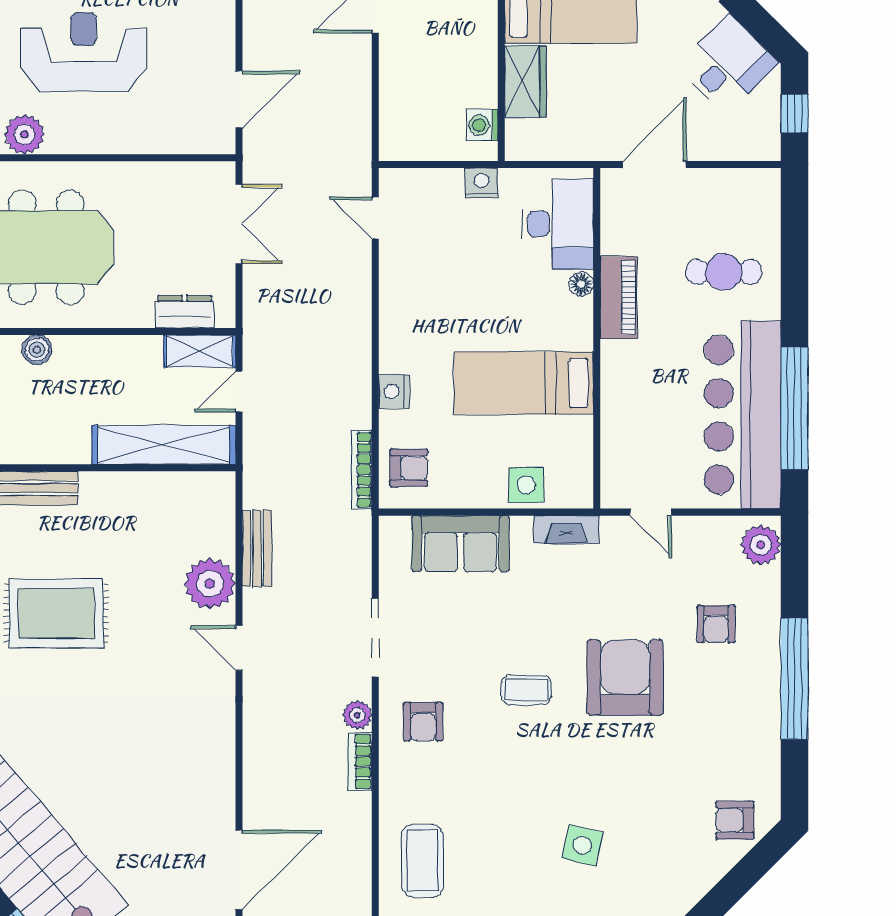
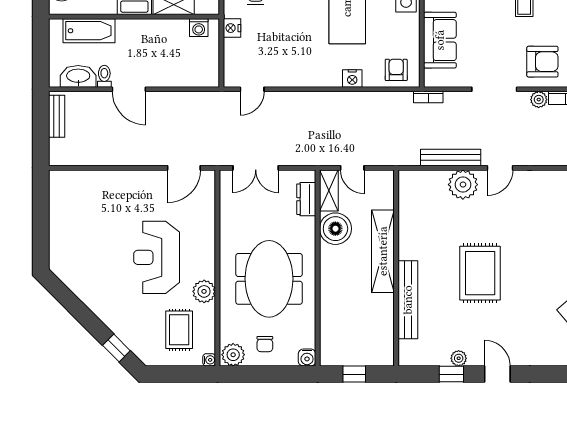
door: (239, 100) -> (184, 168), swing flipped
double door: (239, 224) -> (256, 168), swing flipped
boiler: (37, 350) -> (335, 229), moved, width x1.86, depth x1.86
shelving: (164, 445) -> (383, 251), moved
bookcase: (362, 470) -> (428, 97), moved, width x0.64
bench: (257, 548) -> (451, 157), width x1.36
armchair: (423, 722) -> (542, 62), width x1.38, depth x1.38

